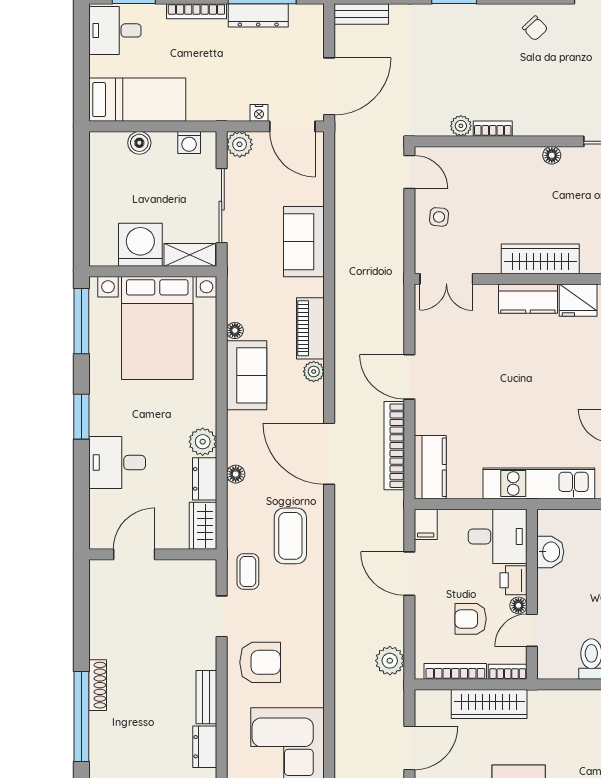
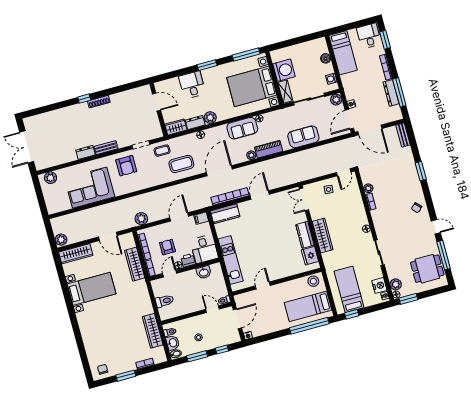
door: (532, 630) -> (170, 273), hinge flipped
window: (81, 717) -> (84, 99), width x0.32

